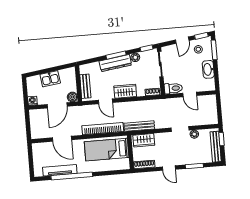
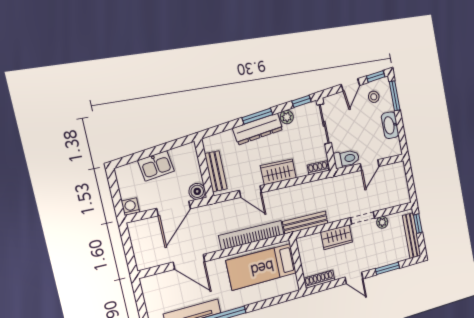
door: (190, 94) -> (370, 165), hinge flipped
wardrobe: (144, 140) -> (337, 237), moved

